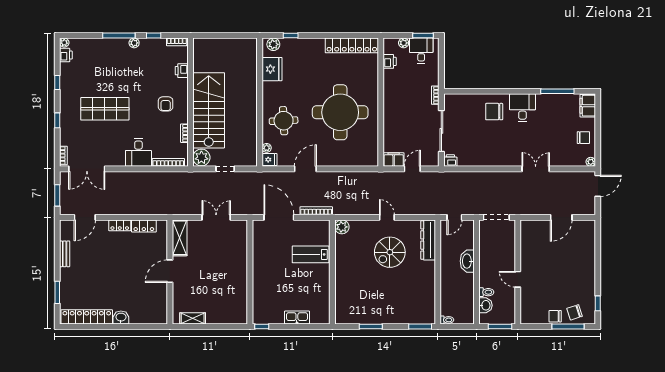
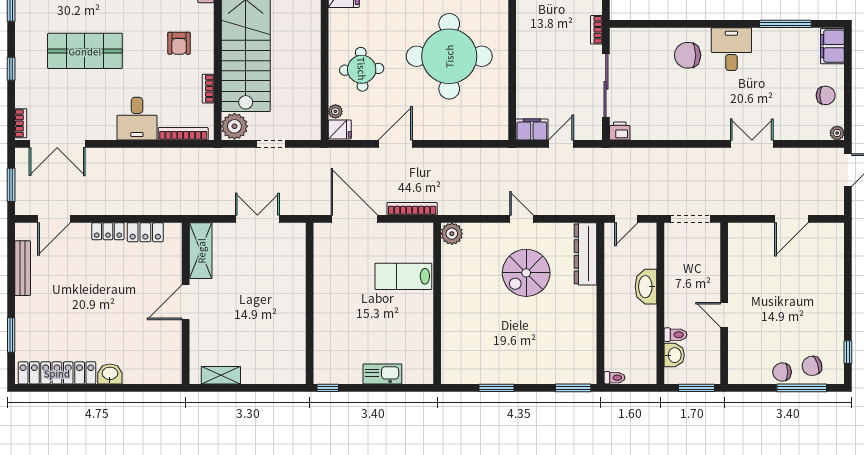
bench: (65, 254) -> (23, 268), width x1.36

